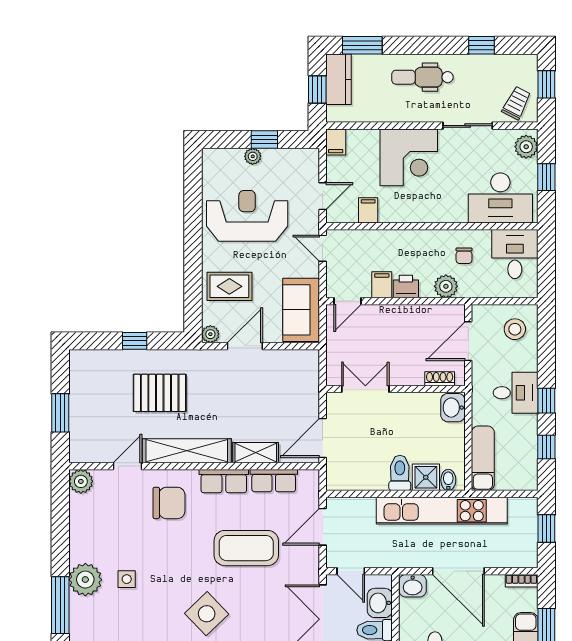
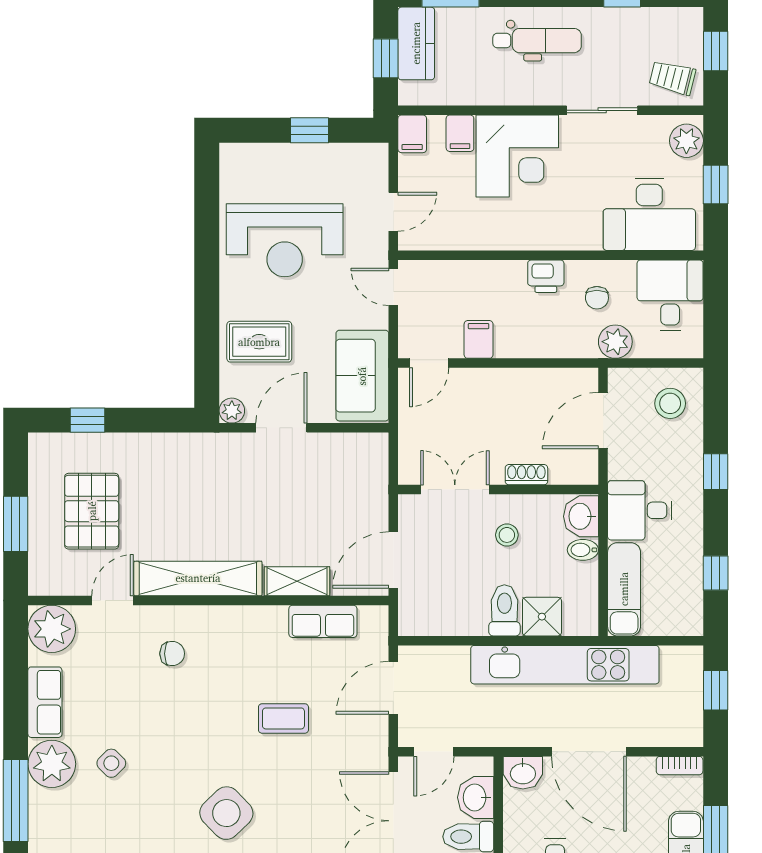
dental chair: (422, 77) -> (537, 41), turned 180
trolley: (516, 103) -> (672, 78), turned -103
plant: (253, 156) -> (293, 155), removed
filing cabinet: (368, 210) -> (460, 133), moved, turned 180
reception desk: (247, 216) -> (285, 240), turned 180
plant: (446, 286) -> (615, 342), moved
printer: (406, 287) -> (546, 276), moved, turned 180
window: (135, 341) -> (88, 420), moved
shoe rack: (440, 379) -> (526, 475), moved
pallet: (160, 393) -> (92, 511), moved, turned 90
desk: (516, 393) -> (640, 510), moved, turned 180
window: (546, 401) -> (716, 472), moved
stool: (401, 421) -> (507, 535), added
bidet: (448, 480) -> (583, 550), moved, turned -90
plant: (81, 481) -> (52, 629), width x1.36, depth x1.36
row of seats: (224, 481) -> (45, 702), moved, turned -90
chair: (169, 503) -> (172, 654), width x0.54, depth x0.54
coffee table: (246, 548) -> (283, 718), width x0.54, depth x0.58
door: (351, 571) -> (434, 752), hinge flipped
side table: (127, 579) -> (111, 763), turned 45

